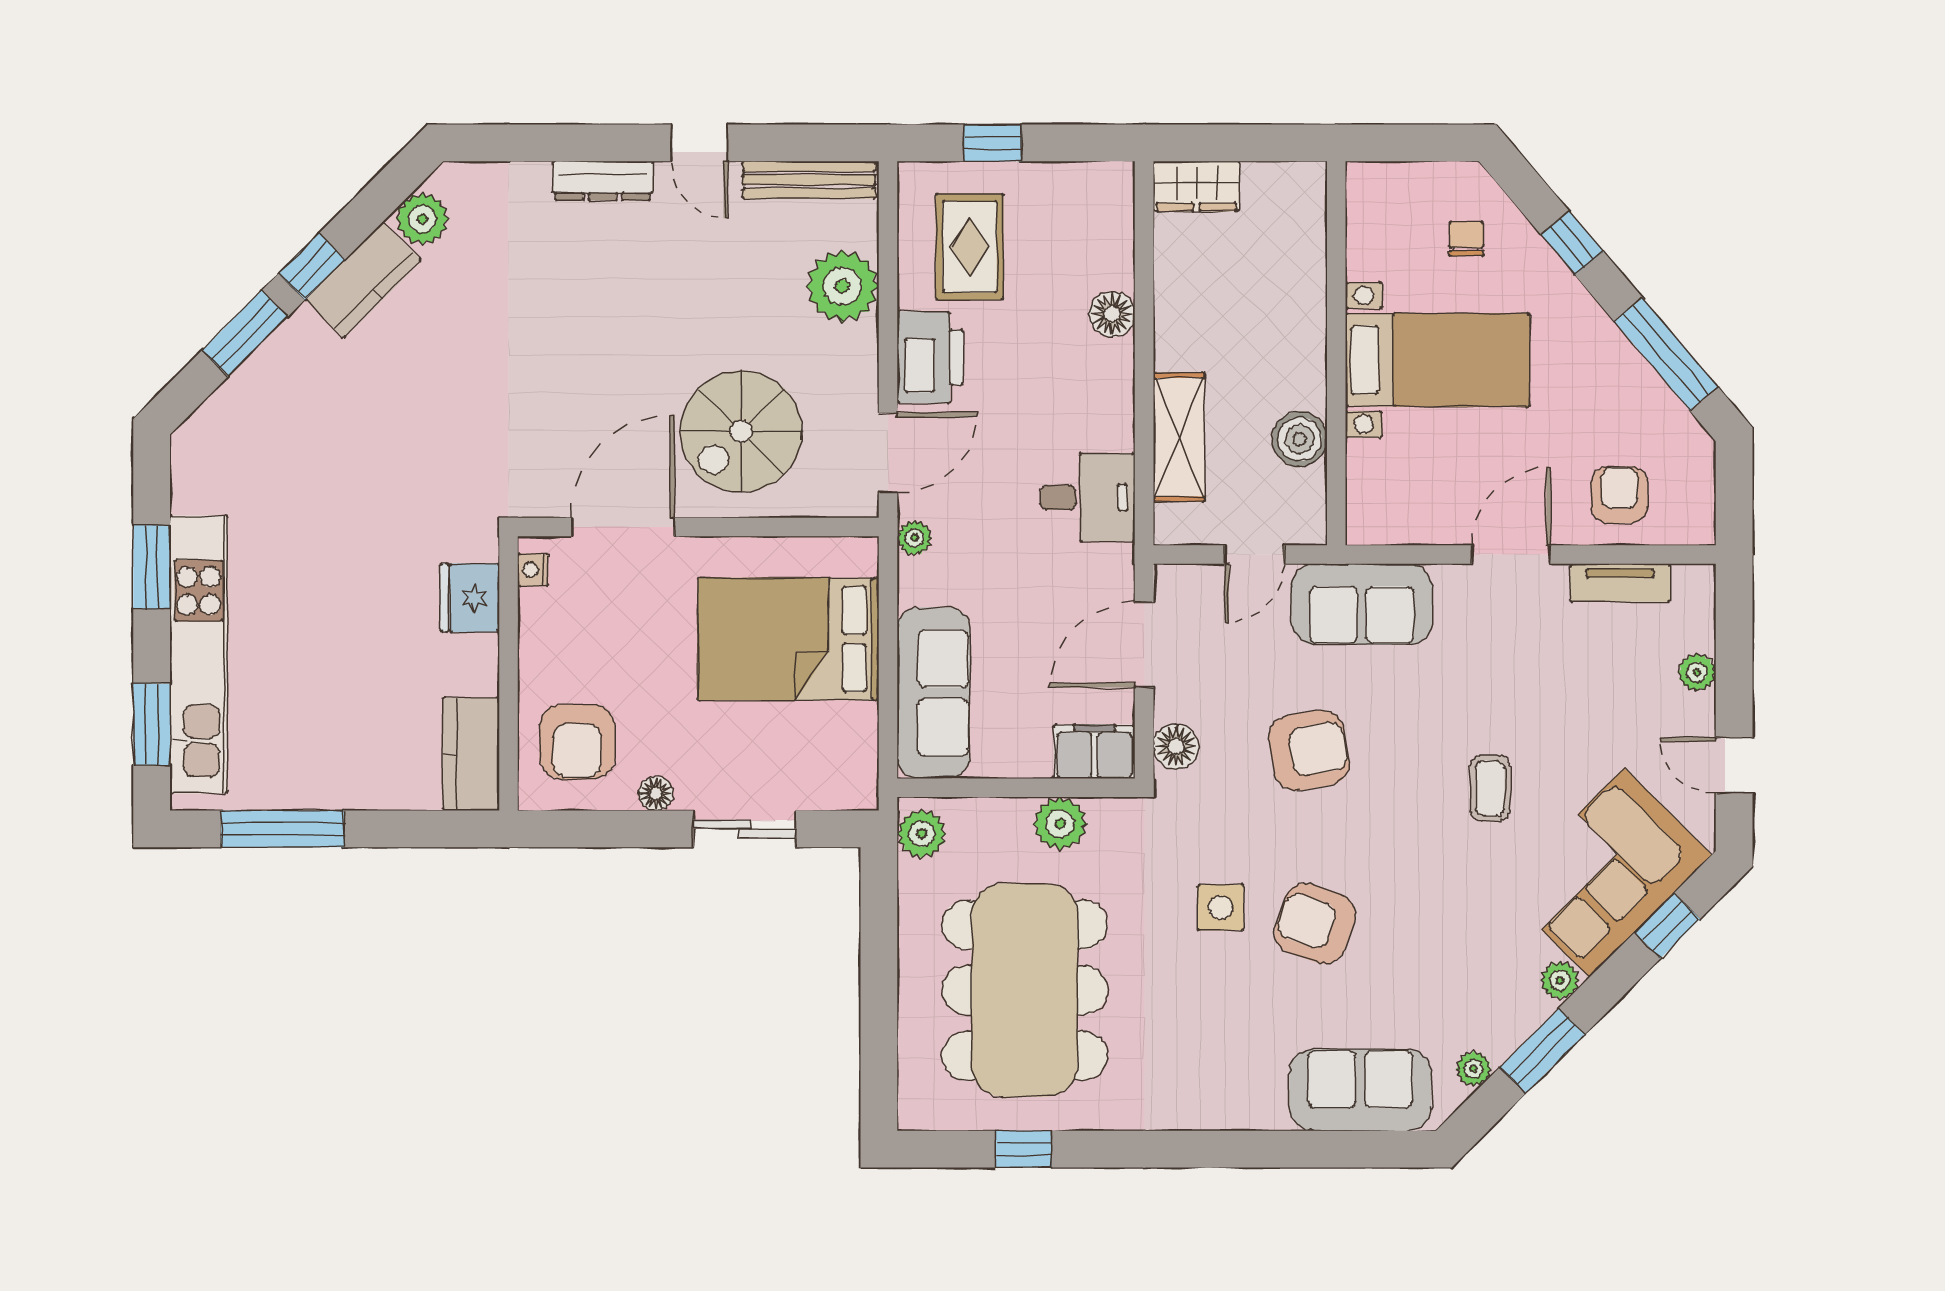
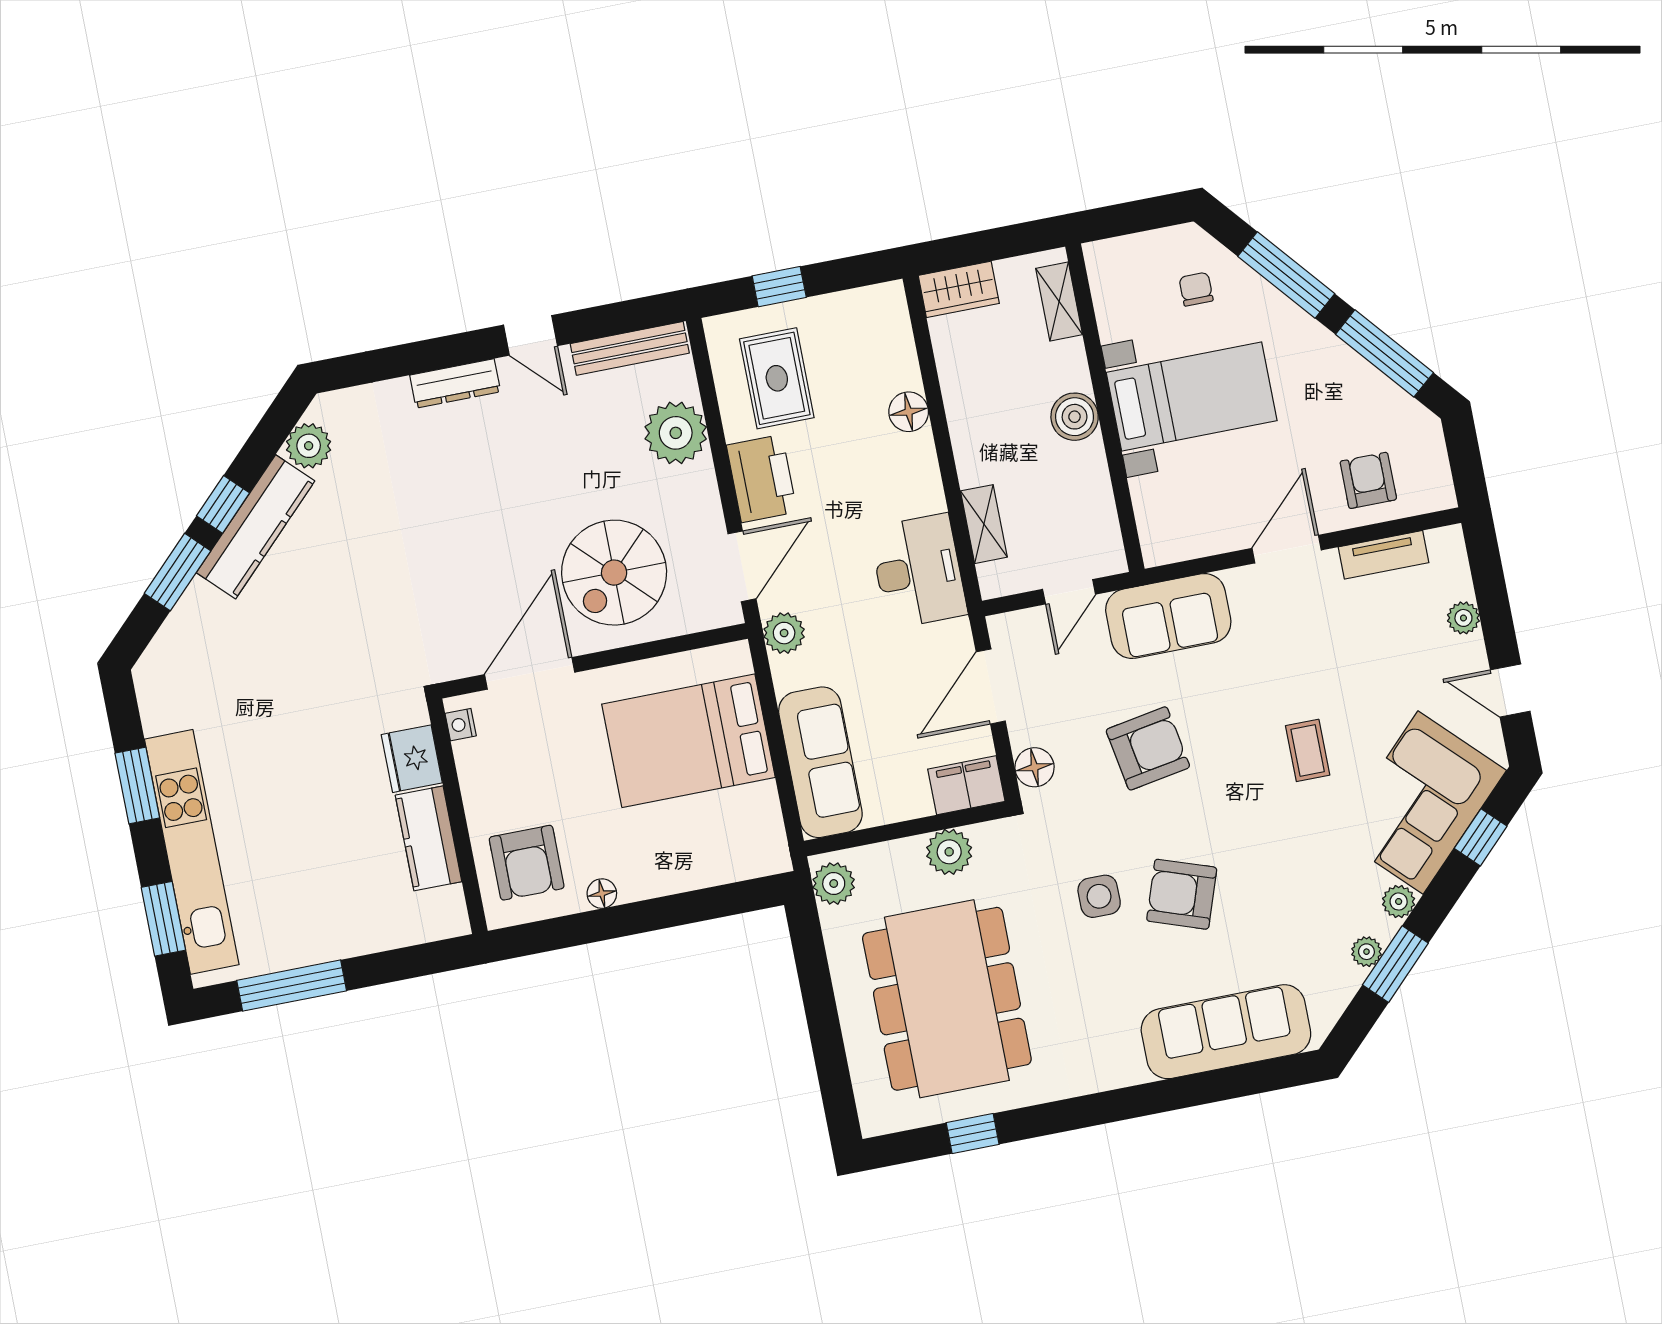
shelving: (1308, 222) -> (1059, 301), added
window: (1572, 243) -> (1286, 275), width x2.17
kitchen counter: (363, 280) -> (256, 527), width x1.50
shelving: (1179, 437) -> (984, 524), width x0.67, depth x0.75
boiler: (1300, 439) -> (1075, 417), moved
desk: (1087, 497) -> (918, 571), width x1.37
plant: (915, 538) -> (784, 633), width x1.38, depth x1.38
kitchen counter: (471, 754) -> (429, 838), moved
sliding door: (745, 829) -> (683, 909), removed
plant: (1474, 1069) -> (1366, 952), moved
sofa: (1360, 1090) -> (1226, 1032), width x1.36

